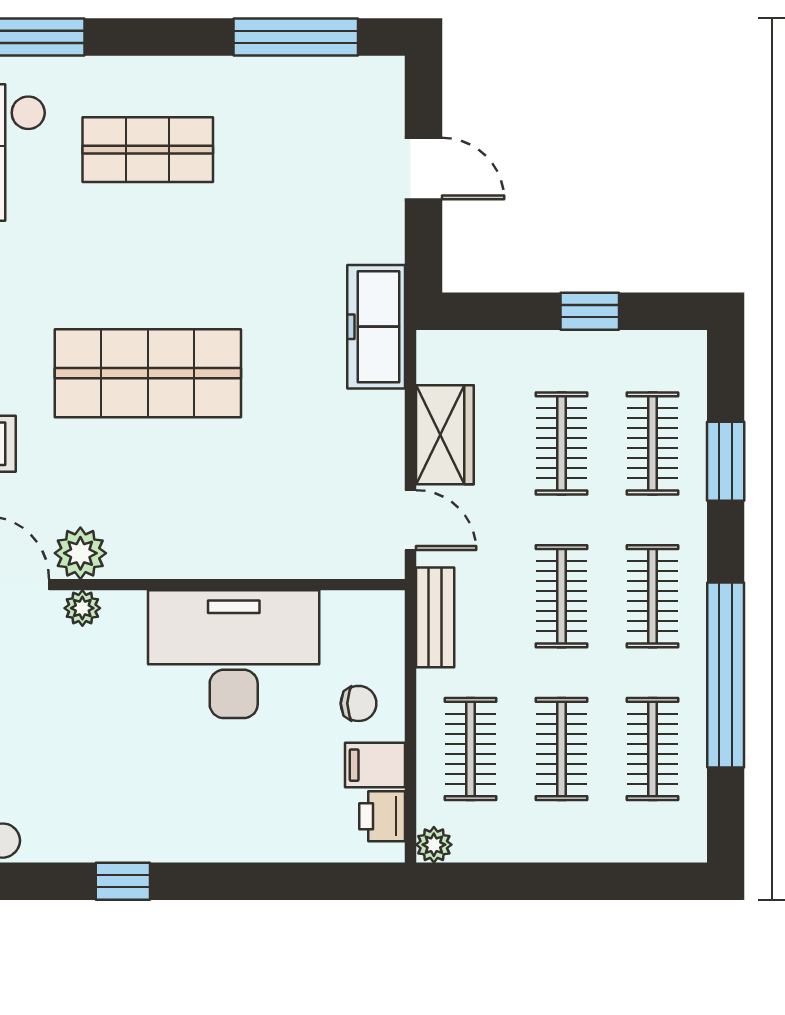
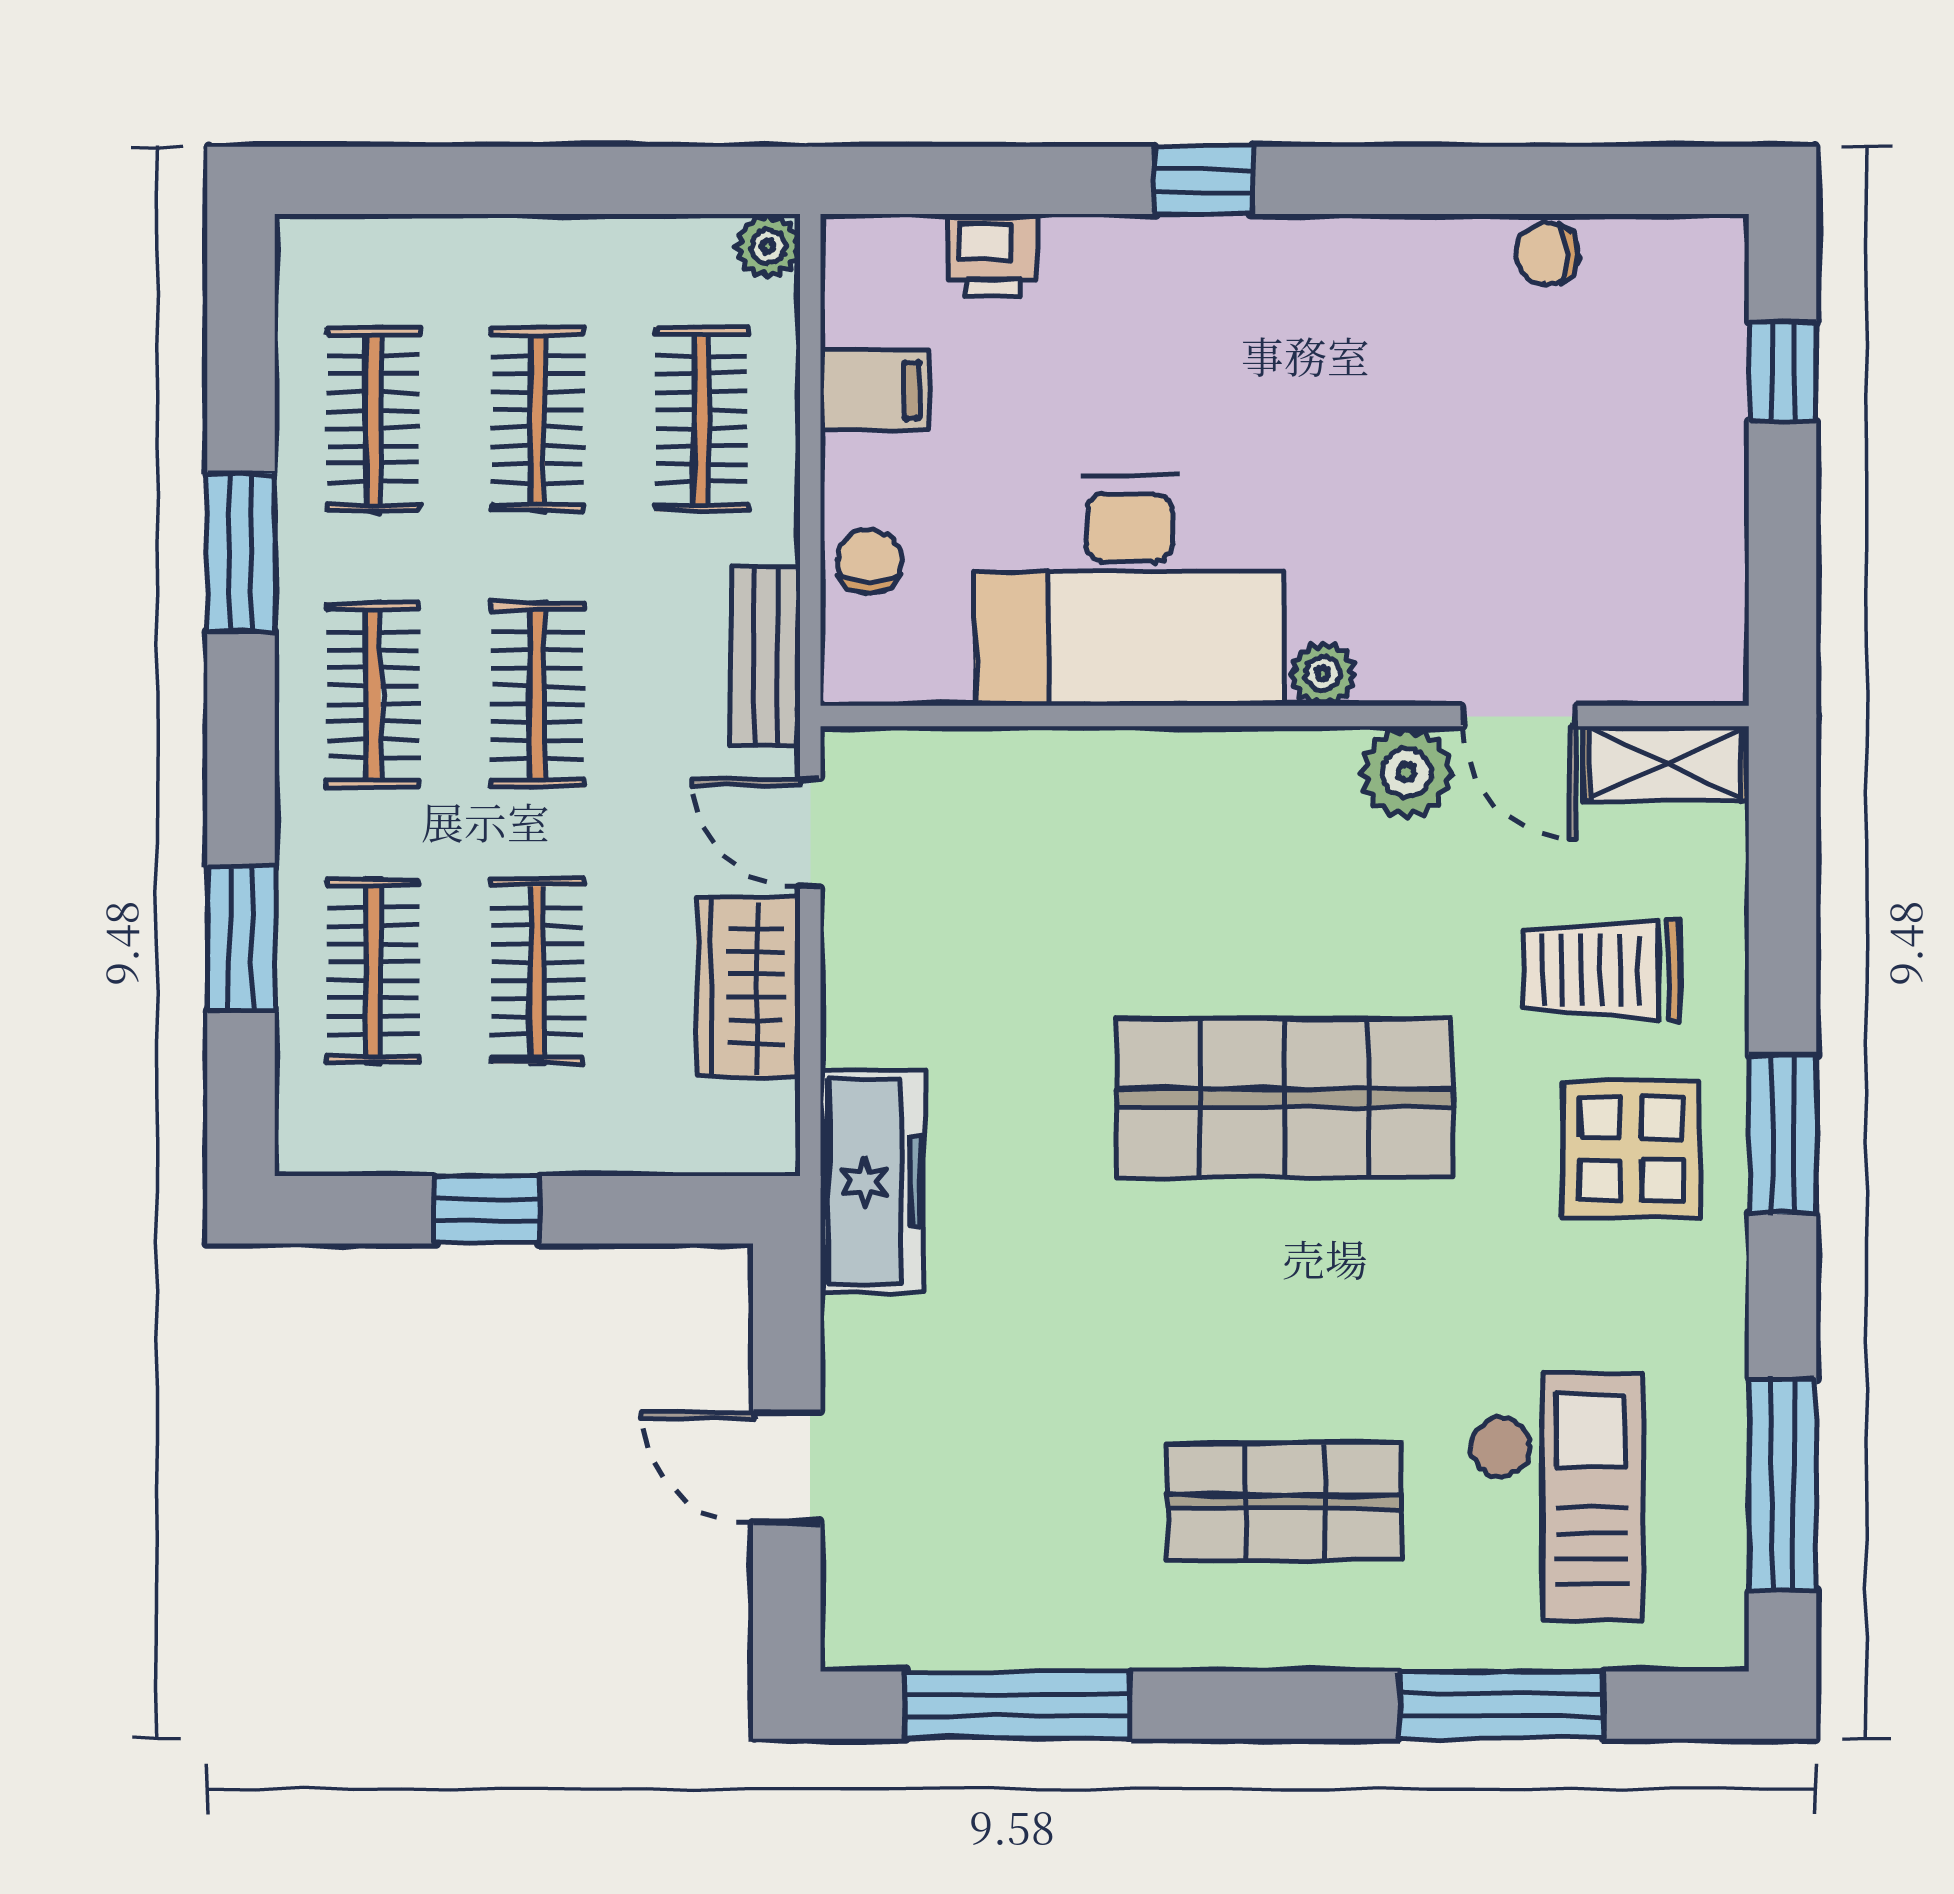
plant: (82, 608) -> (1323, 674), moved
window: (726, 675) -> (241, 553), width x0.47
chair: (359, 703) -> (869, 561), moved, turned 90
printer: (382, 816) -> (993, 255), moved, turned 90
window: (123, 881) -> (1204, 180), moved

